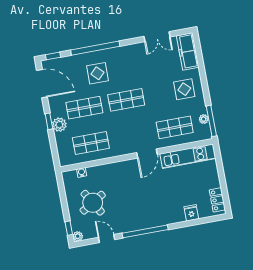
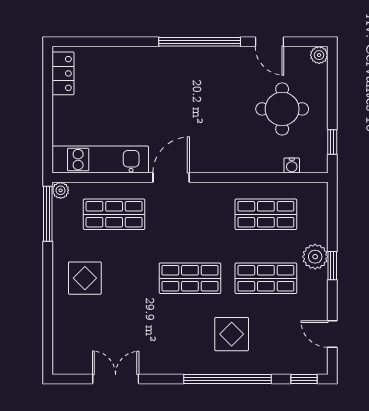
freezer: (188, 51) -> (67, 343), removed
door: (42, 84) -> (332, 334), width x0.53
plant: (204, 119) -> (61, 190), moved
round table: (93, 203) -> (282, 109), turned 31
fridge: (191, 213) -> (113, 59), removed
window: (69, 228) -> (332, 142), moved

